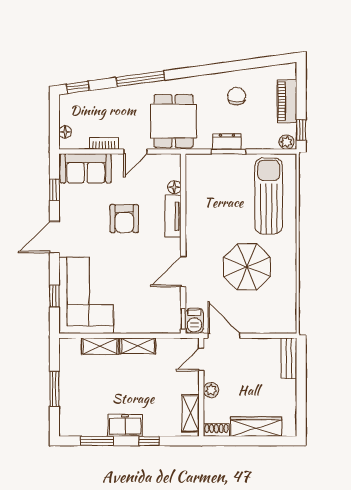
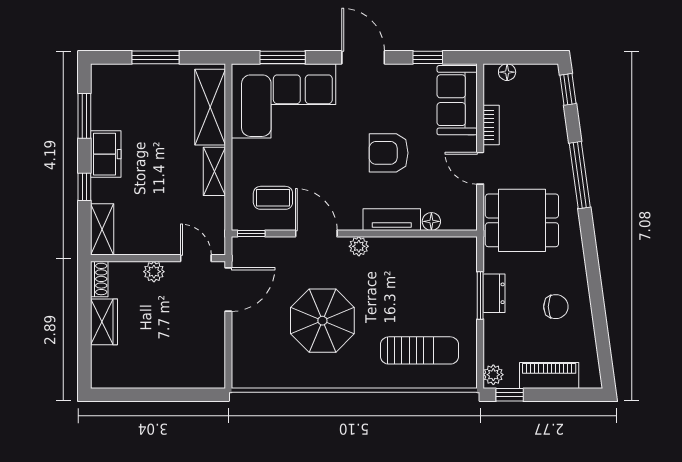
sun lounger: (269, 196) -> (420, 350), width x0.73, depth x0.75
plant: (192, 240) -> (359, 246), added
window: (54, 296) -> (283, 57), width x1.50
coffee table: (157, 303) -> (273, 198), added
barbecue: (194, 321) -> (249, 249), removed
shelving: (100, 346) -> (210, 107), width x1.50, depth x1.33
bench: (289, 358) -> (198, 378), removed
shelving: (191, 413) -> (102, 229), moved, turned 90
wardrobe: (256, 427) -> (104, 322), width x0.67

